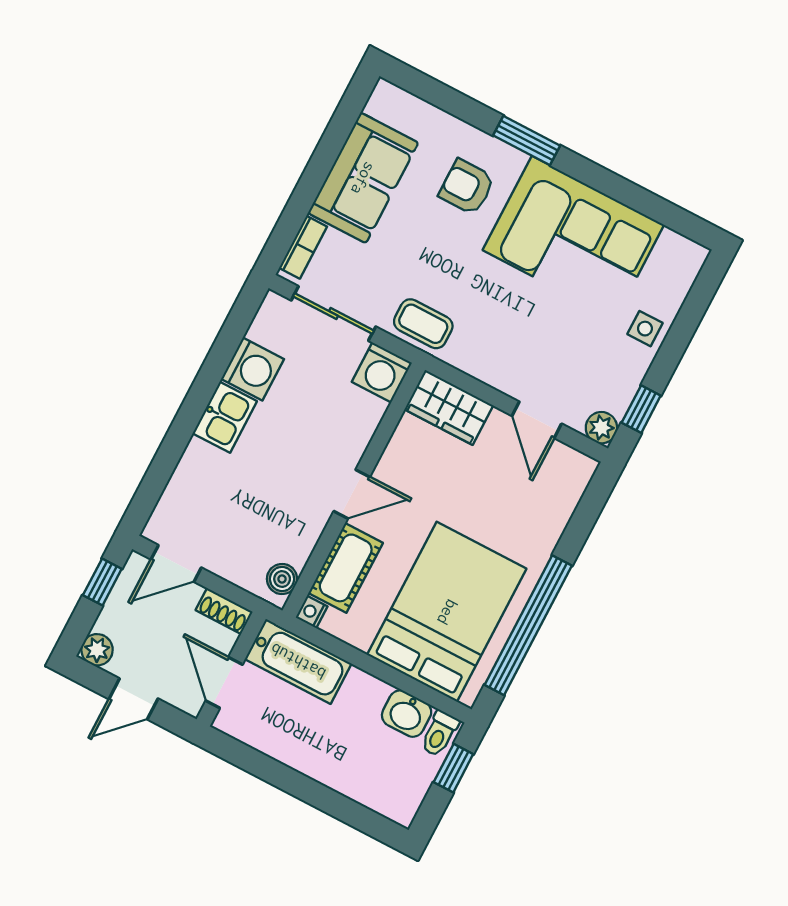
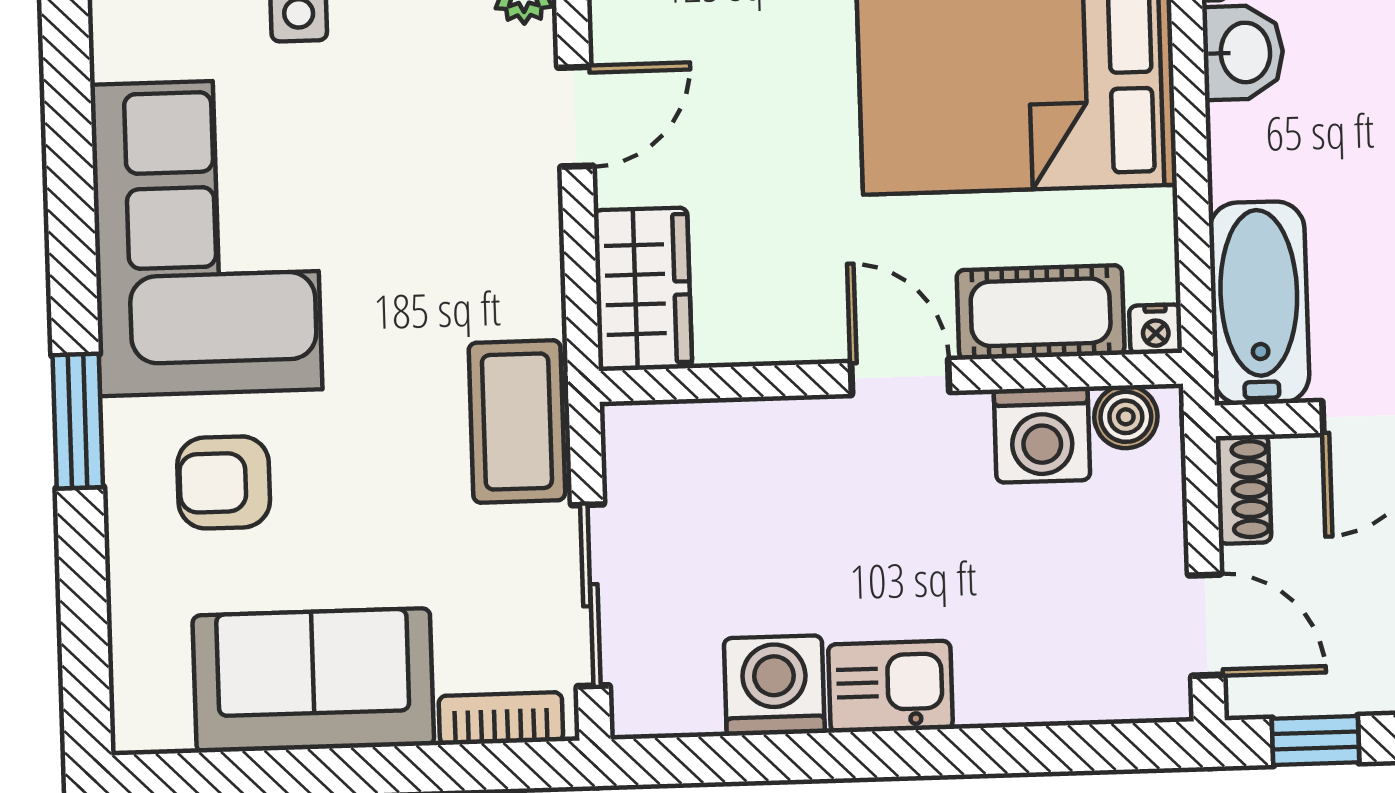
armchair: (467, 187) -> (224, 482), turned 90
coffee table: (423, 324) -> (517, 422), width x1.36, depth x1.30
washing machine: (382, 372) -> (1042, 435), moved, turned 90

